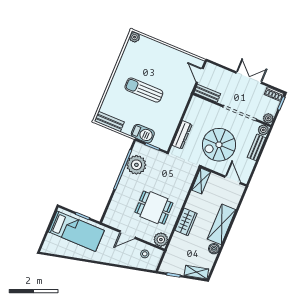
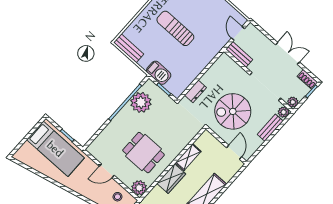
dresser: (182, 135) -> (196, 91), width x0.70
shelving: (201, 181) -> (188, 157), moved

